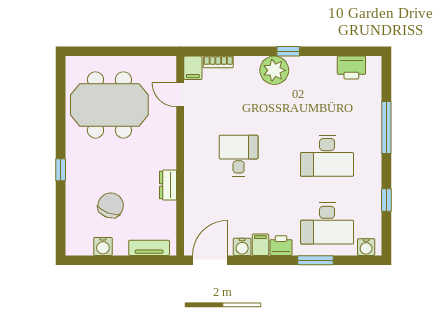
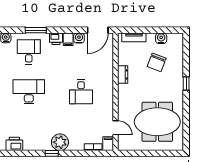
desk: (327, 223) -> (29, 52), width x0.73

